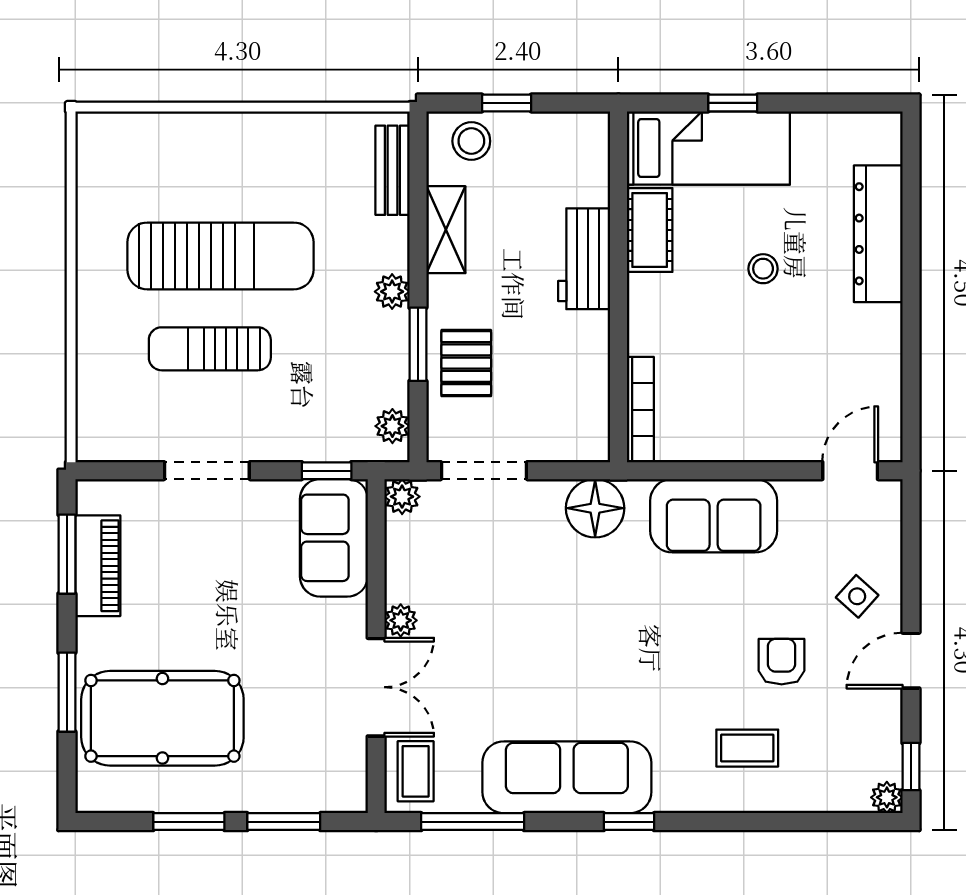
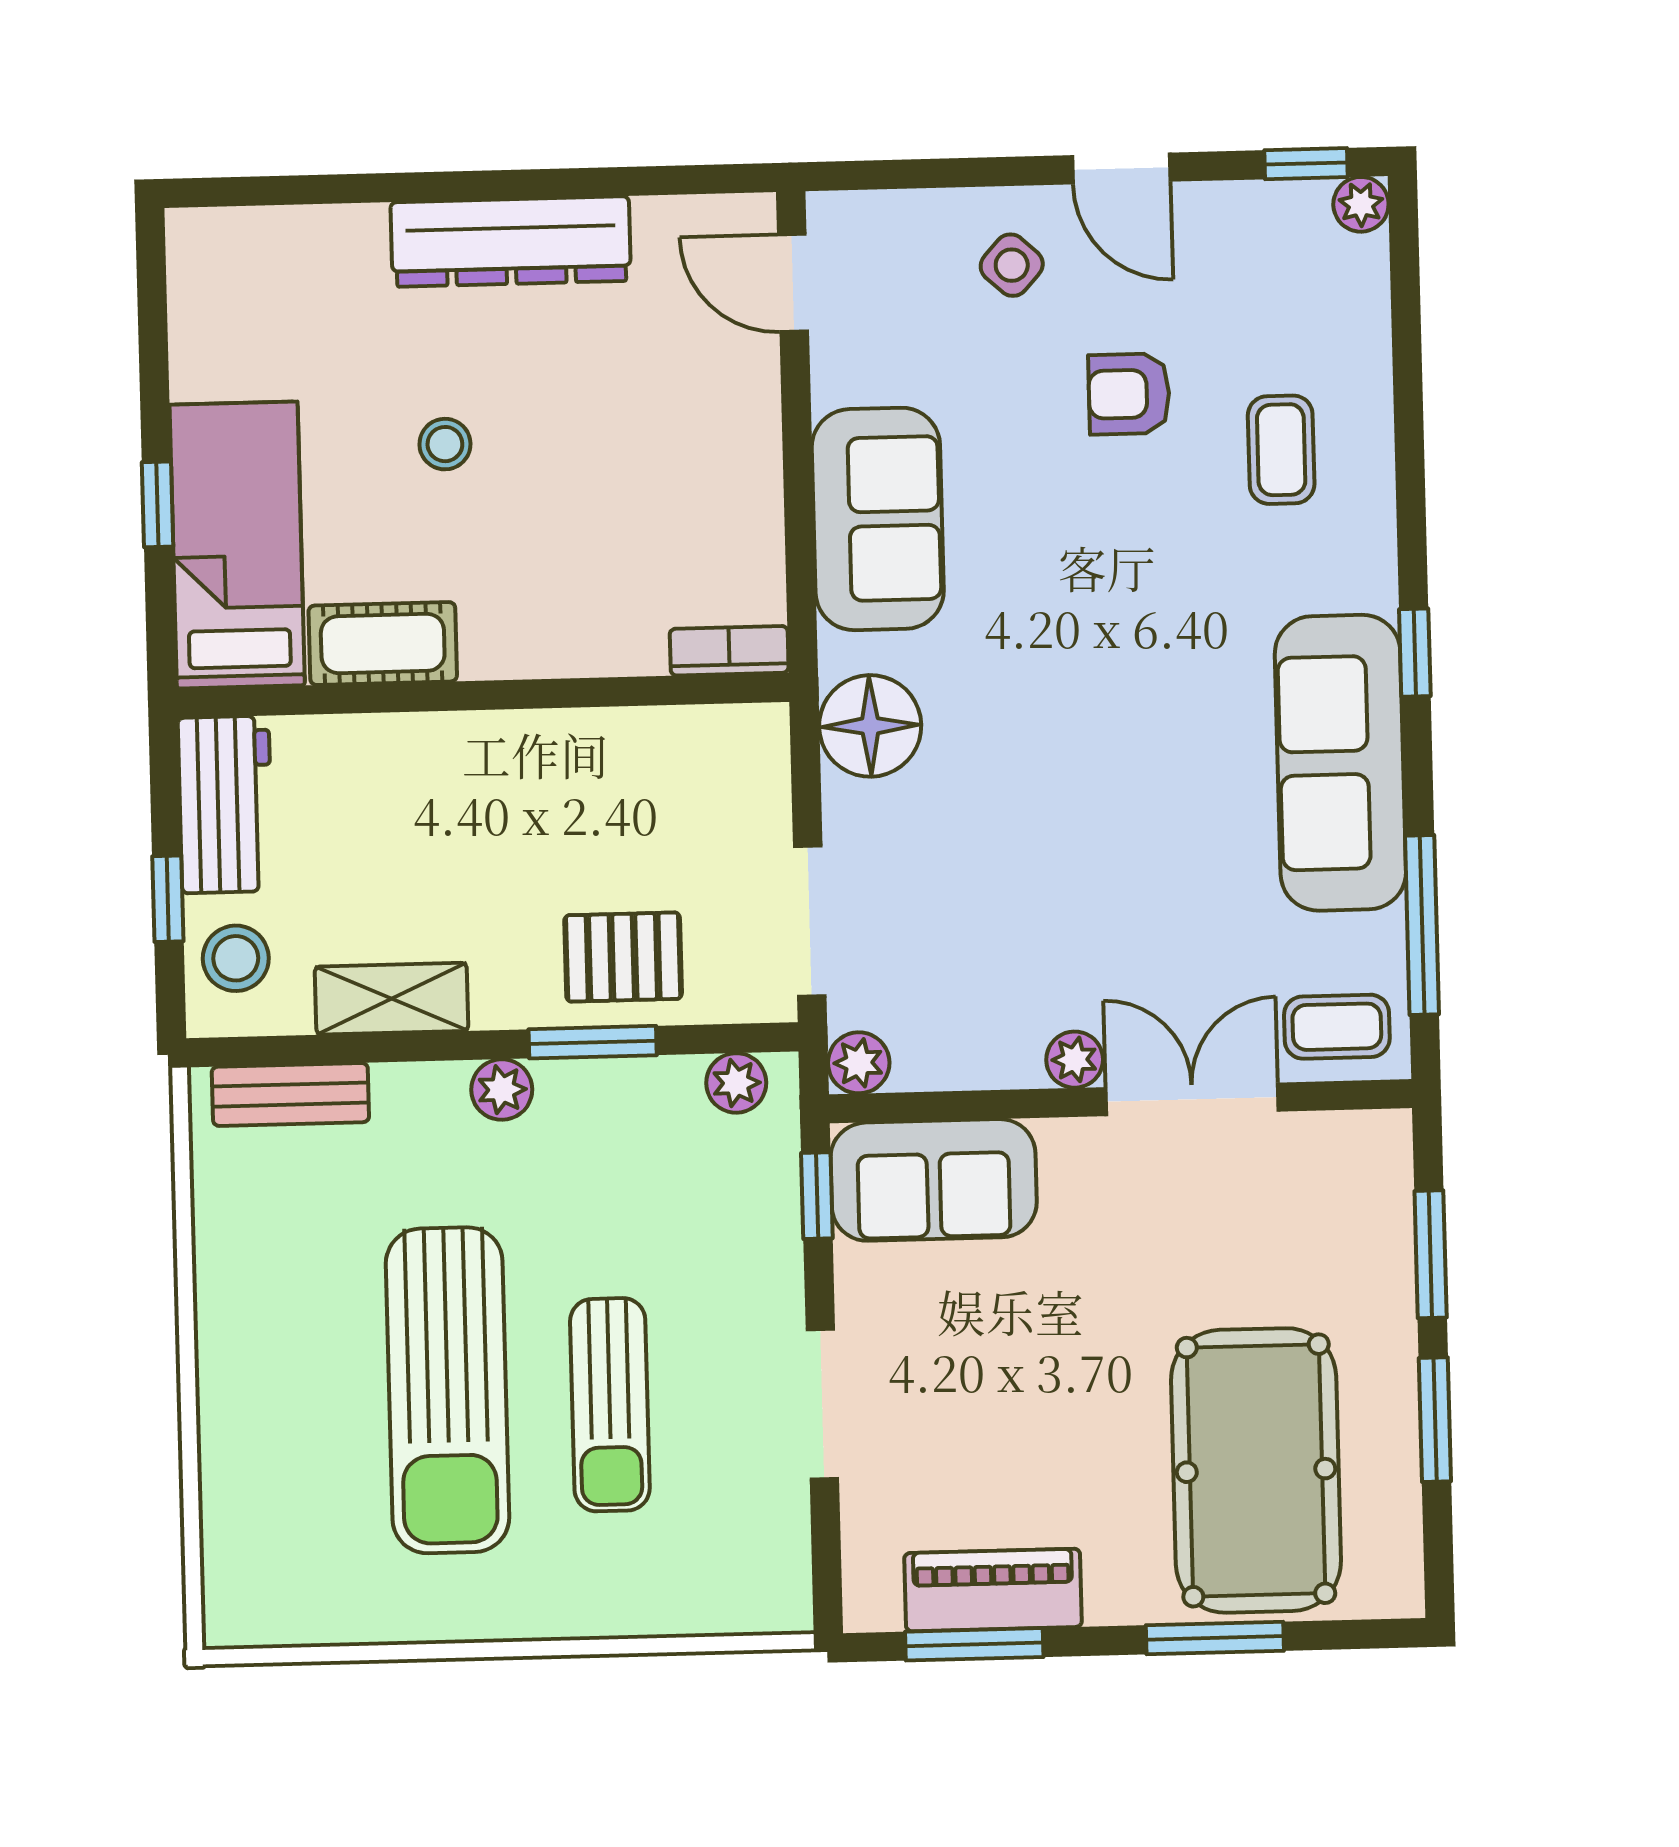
dresser: (878, 234) -> (511, 242), moved
sun lounger: (220, 256) -> (448, 1390), turned 180
workbench: (584, 259) -> (225, 805), moved, turned -90
bookcase: (640, 410) -> (729, 651), width x0.64

